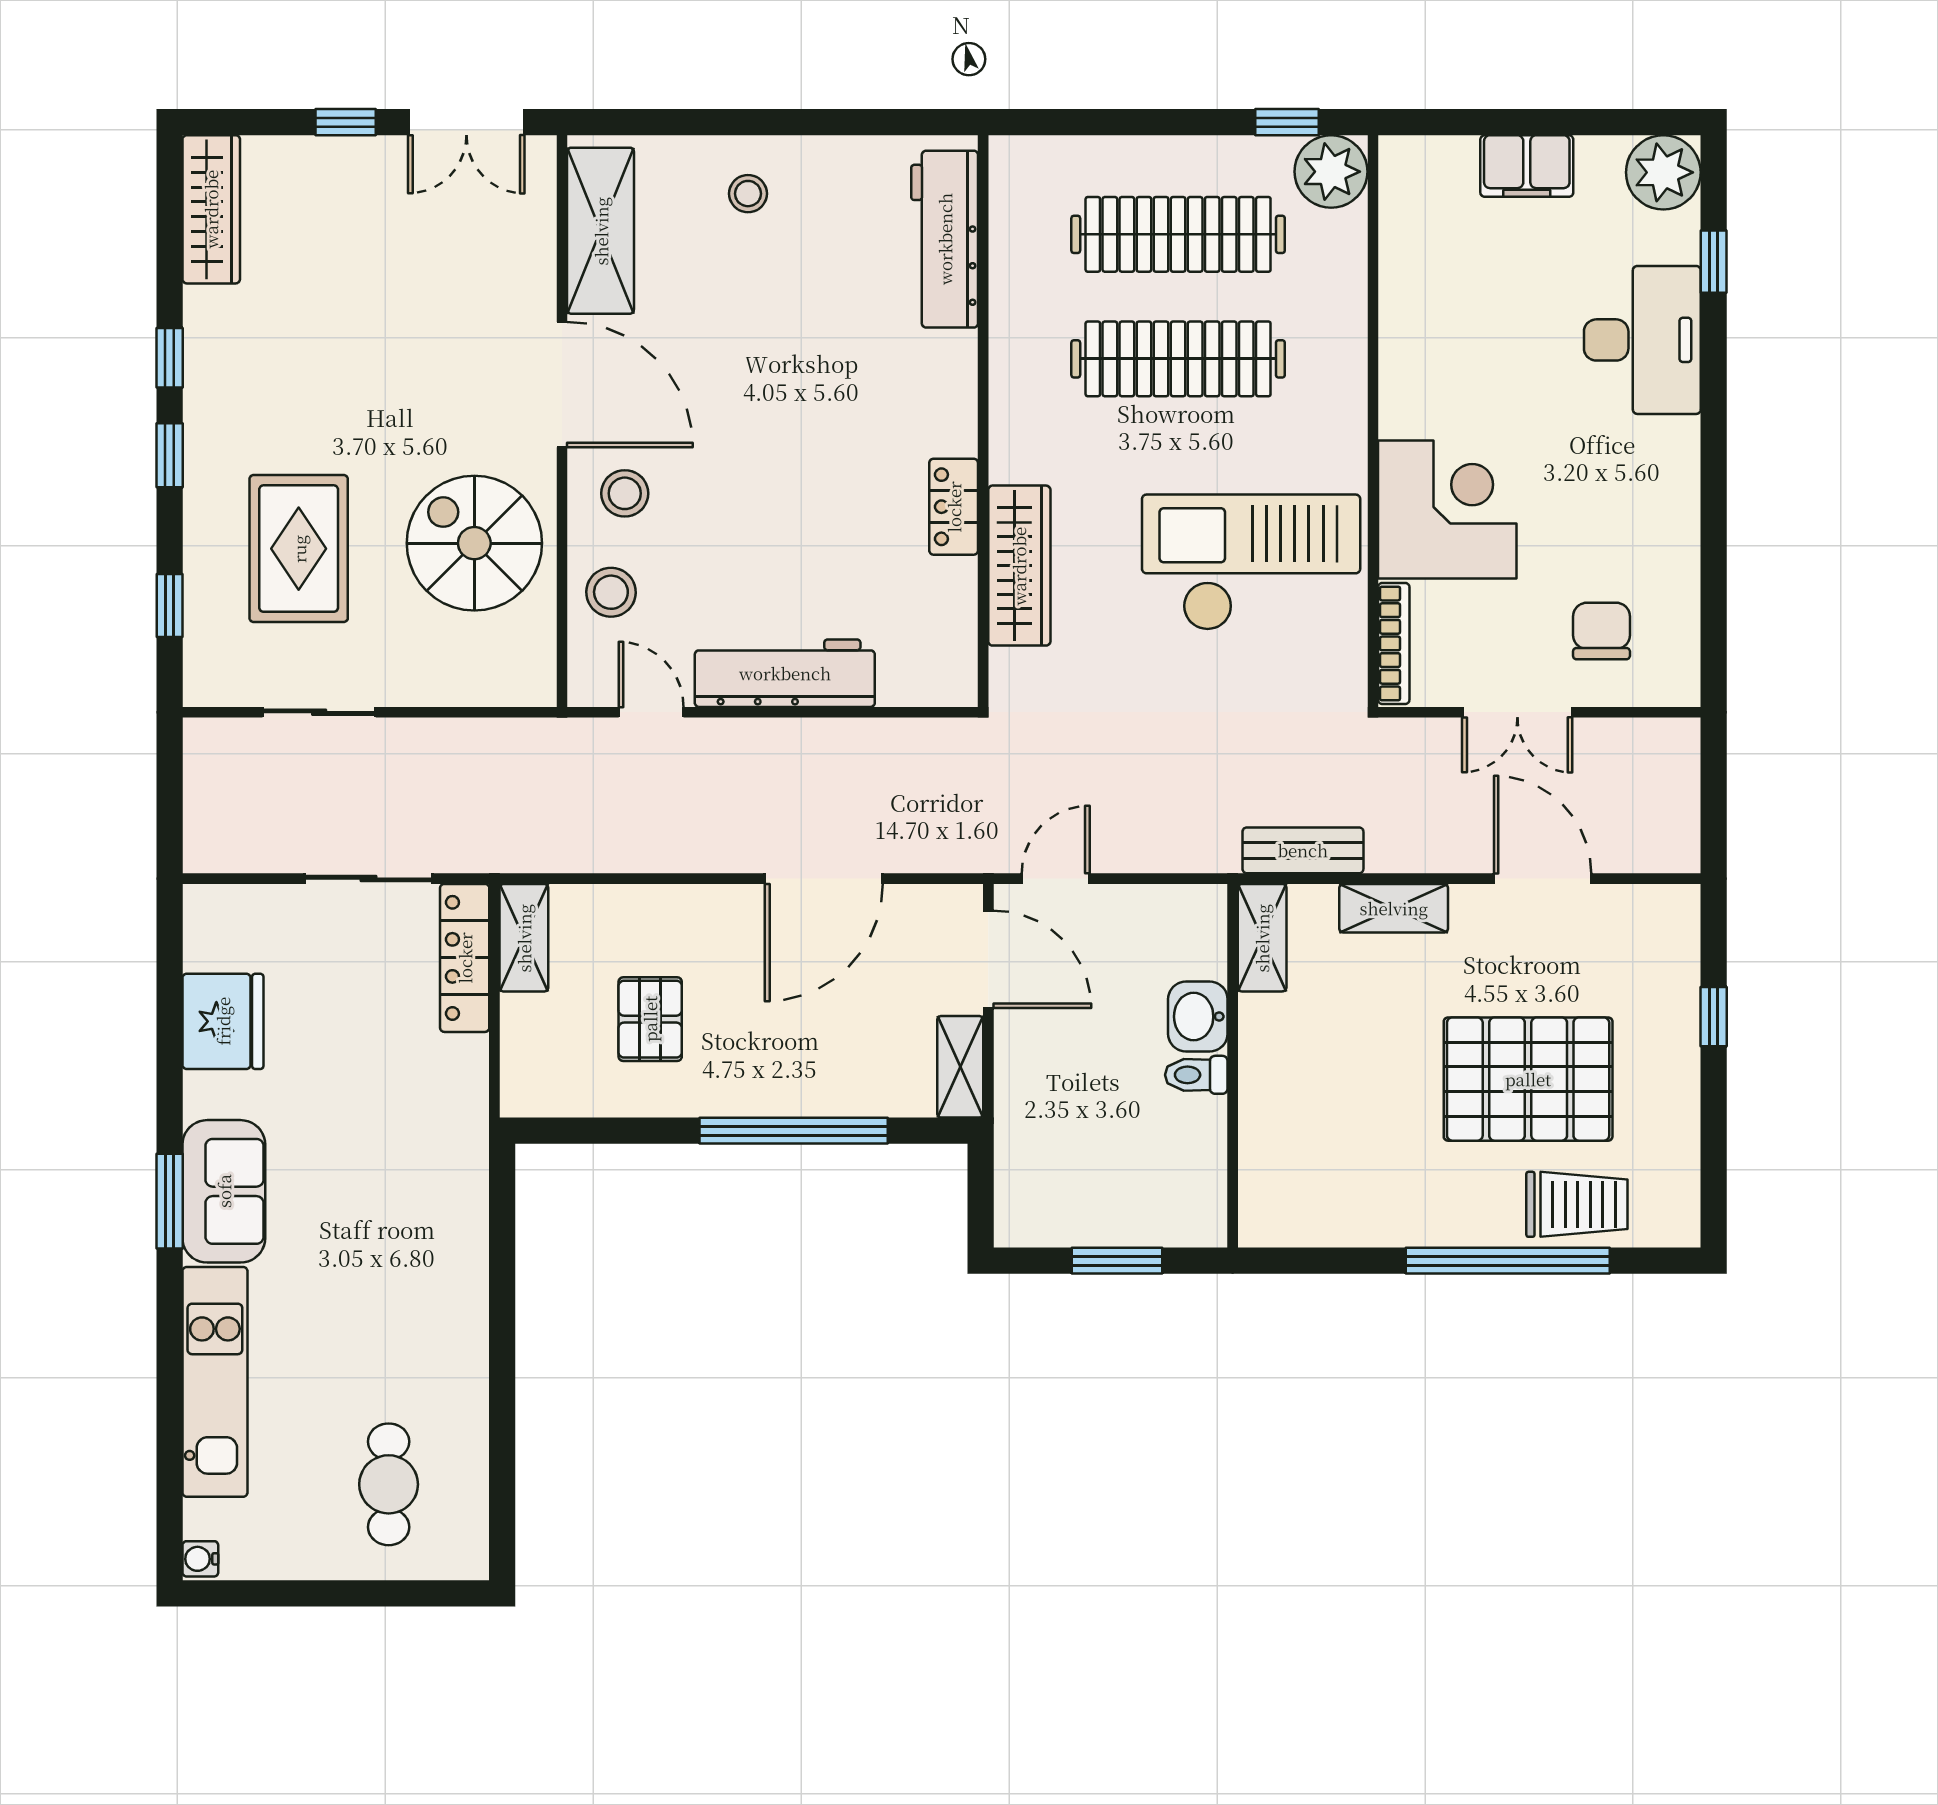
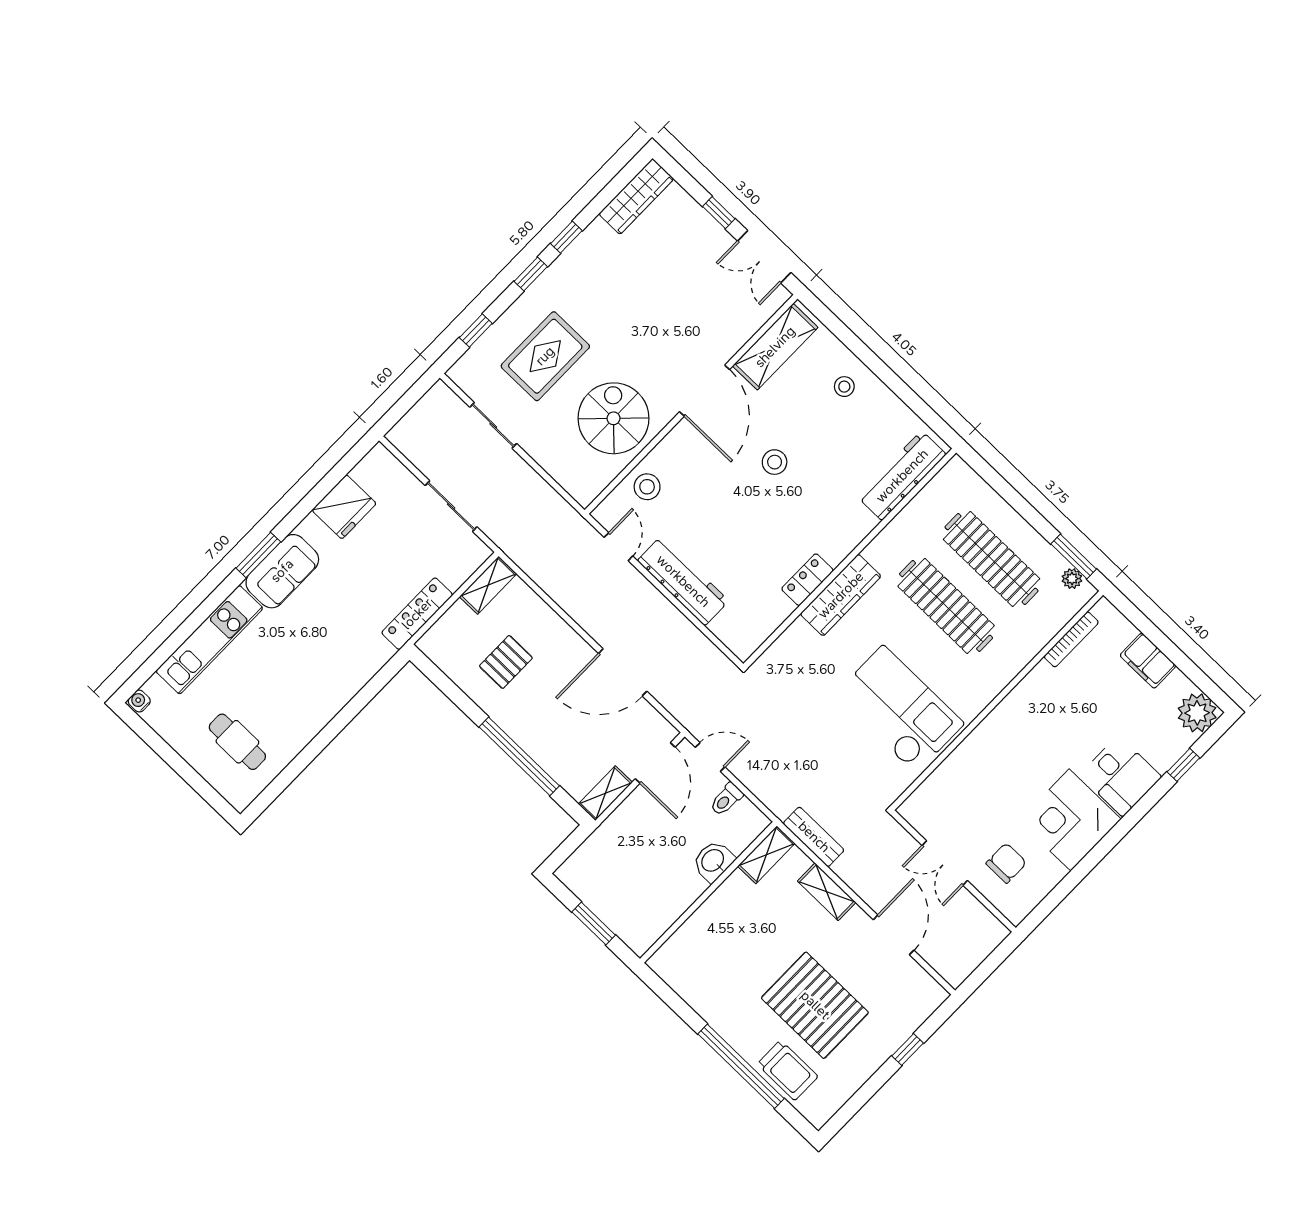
window: (1287, 122) -> (1074, 557), width x1.50
plant: (1331, 172) -> (1072, 579), width x0.53, depth x0.53
desk: (1642, 340) -> (1121, 776), width x0.73
stool: (625, 493) -> (775, 462), moved
corner desk: (1447, 510) -> (1070, 820), moved, turned 180
wardrobe: (1019, 566) -> (841, 595), moved
bookcase: (1394, 643) -> (1071, 639), moved
locker: (465, 958) -> (417, 614), moved
toilet: (1196, 1075) -> (726, 799), moved, turned -90
cafe table: (389, 1484) -> (237, 742), turned 90

